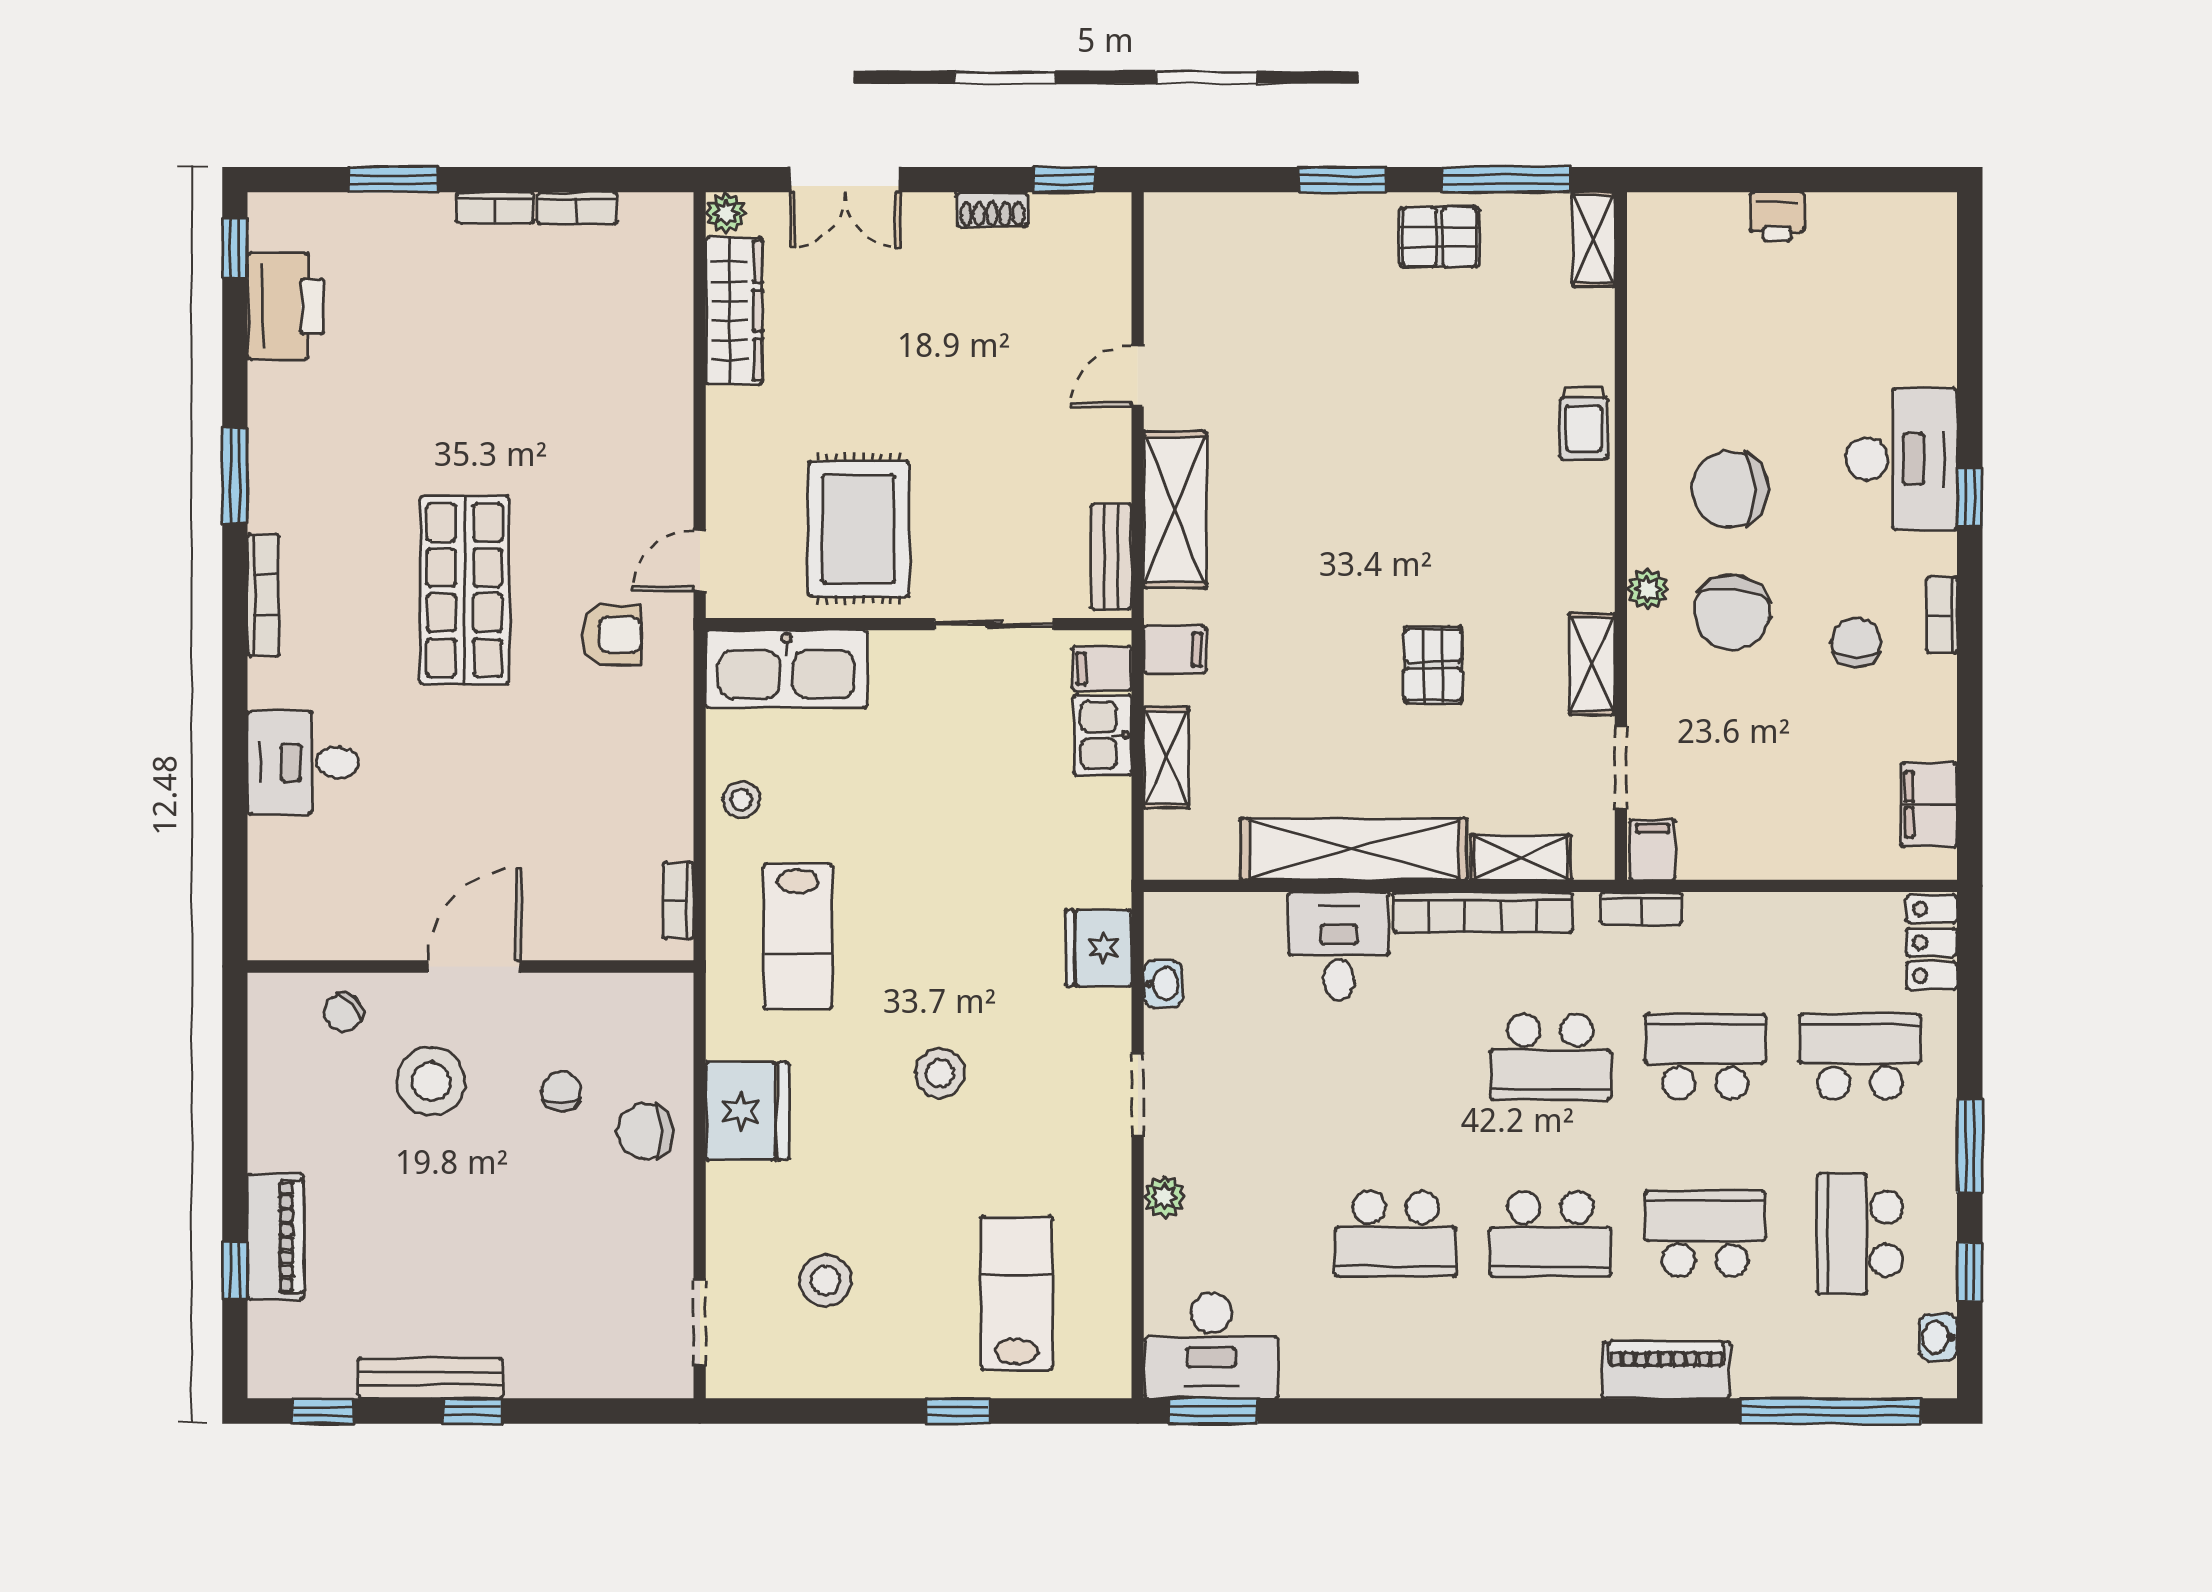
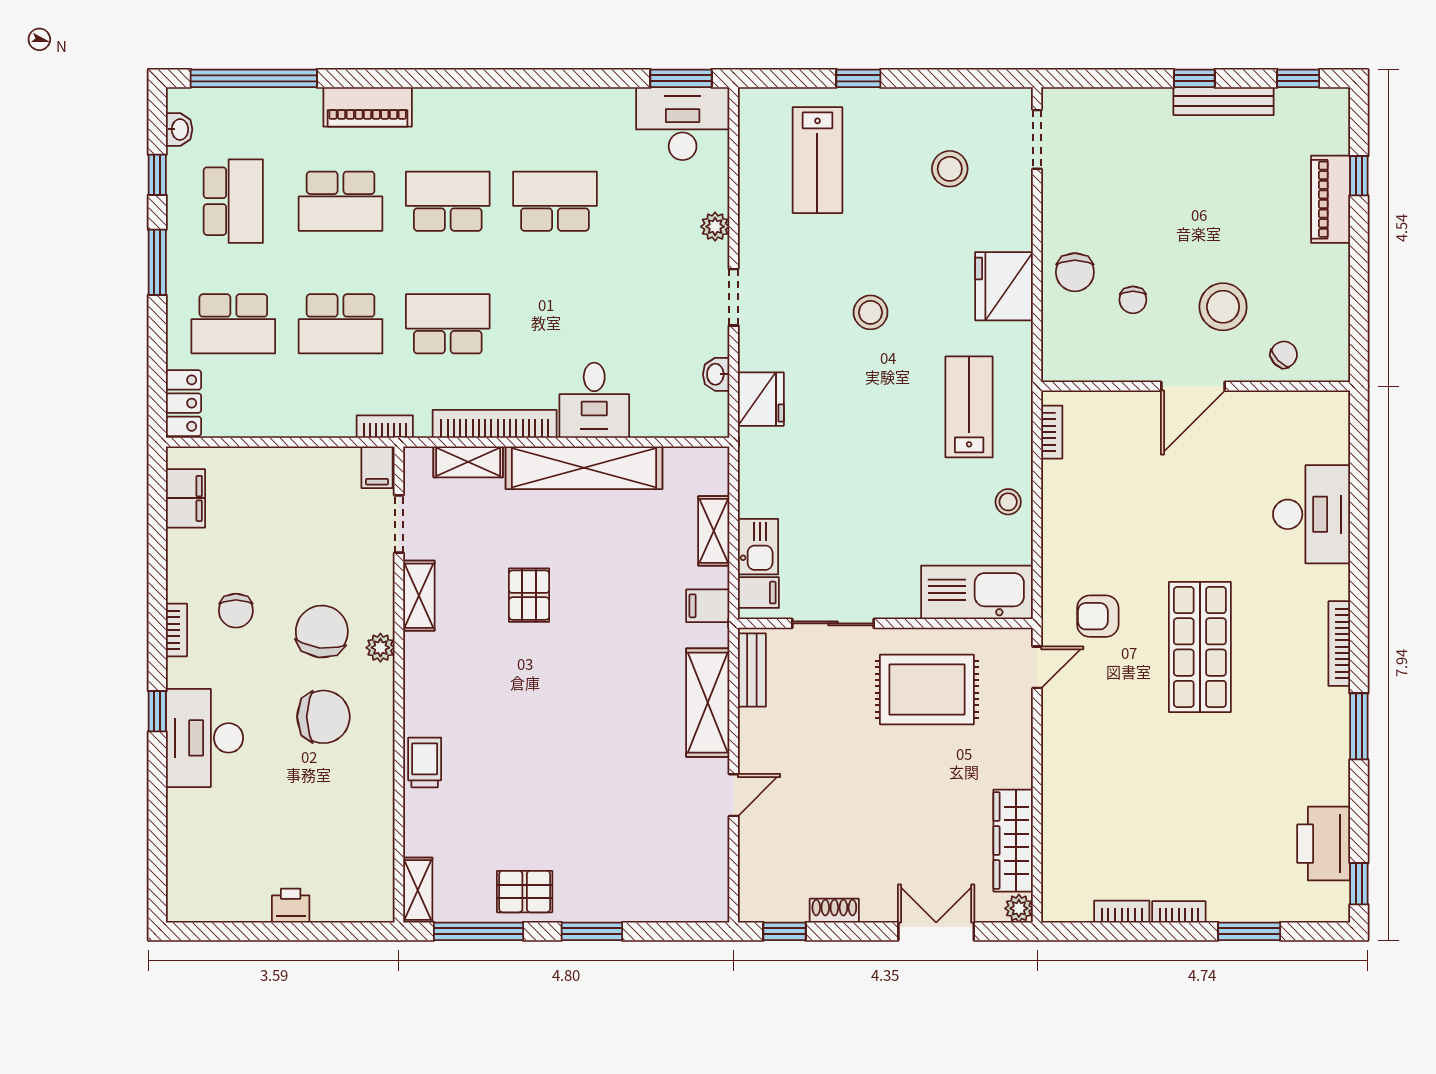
rug: (859, 529) -> (927, 690), turned 90
desk: (303, 762) -> (1312, 514), width x1.37
chair: (645, 1131) -> (1075, 272), turned 90

